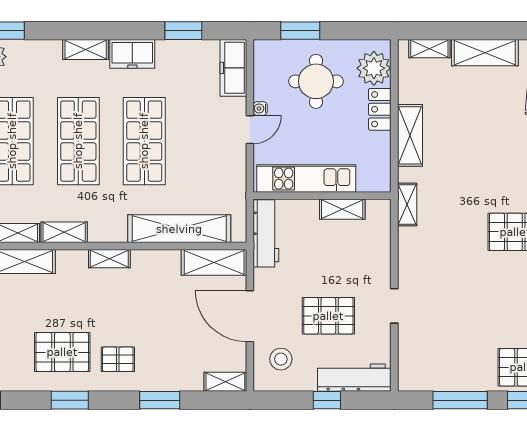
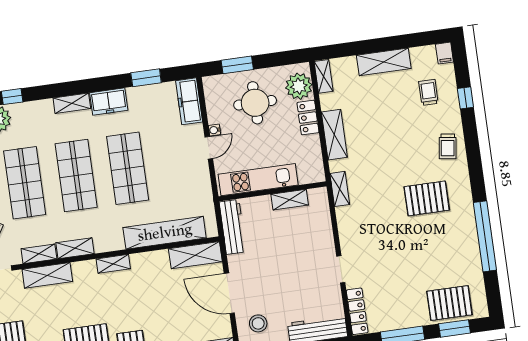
shelving: (429, 49) -> (324, 76), moved, turned 90
pallet: (328, 316) -> (290, 284), removed
locker: (407, 361) -> (357, 311), added

